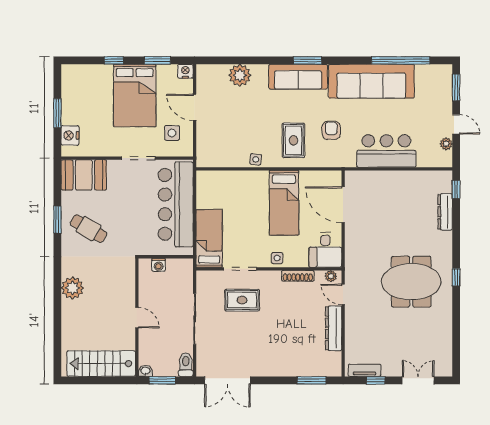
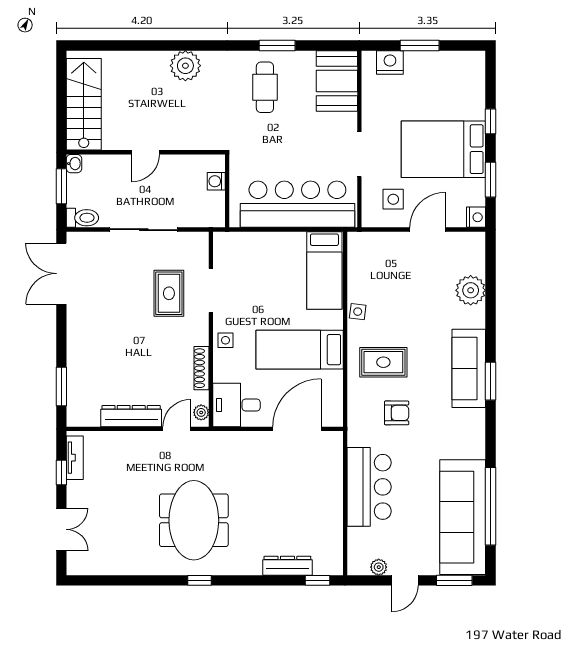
sofa: (371, 81) -> (463, 517), moved
cafe table: (89, 229) -> (265, 87), turned -31
bed: (209, 238) -> (324, 270), moved, turned 90

